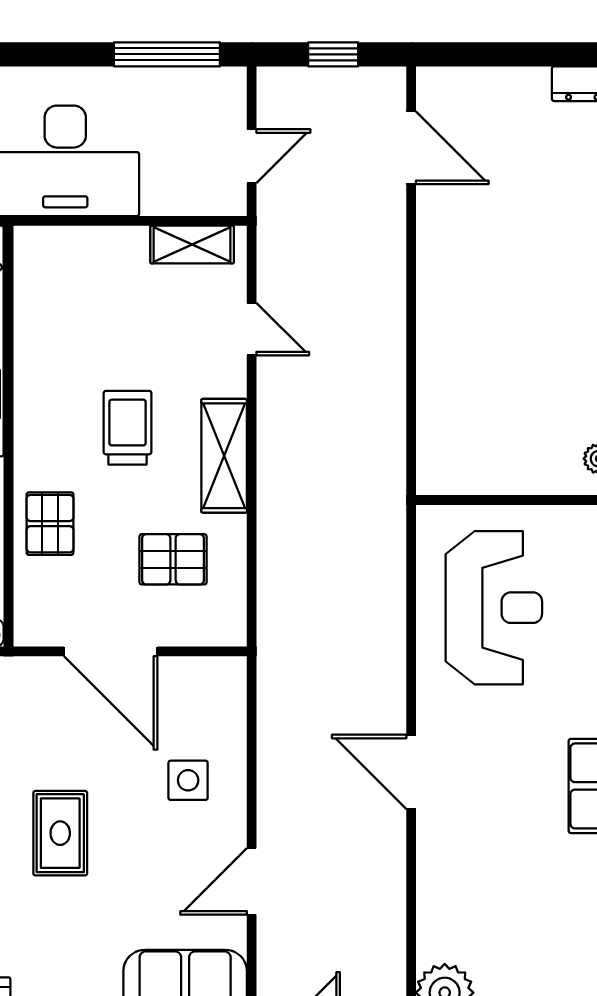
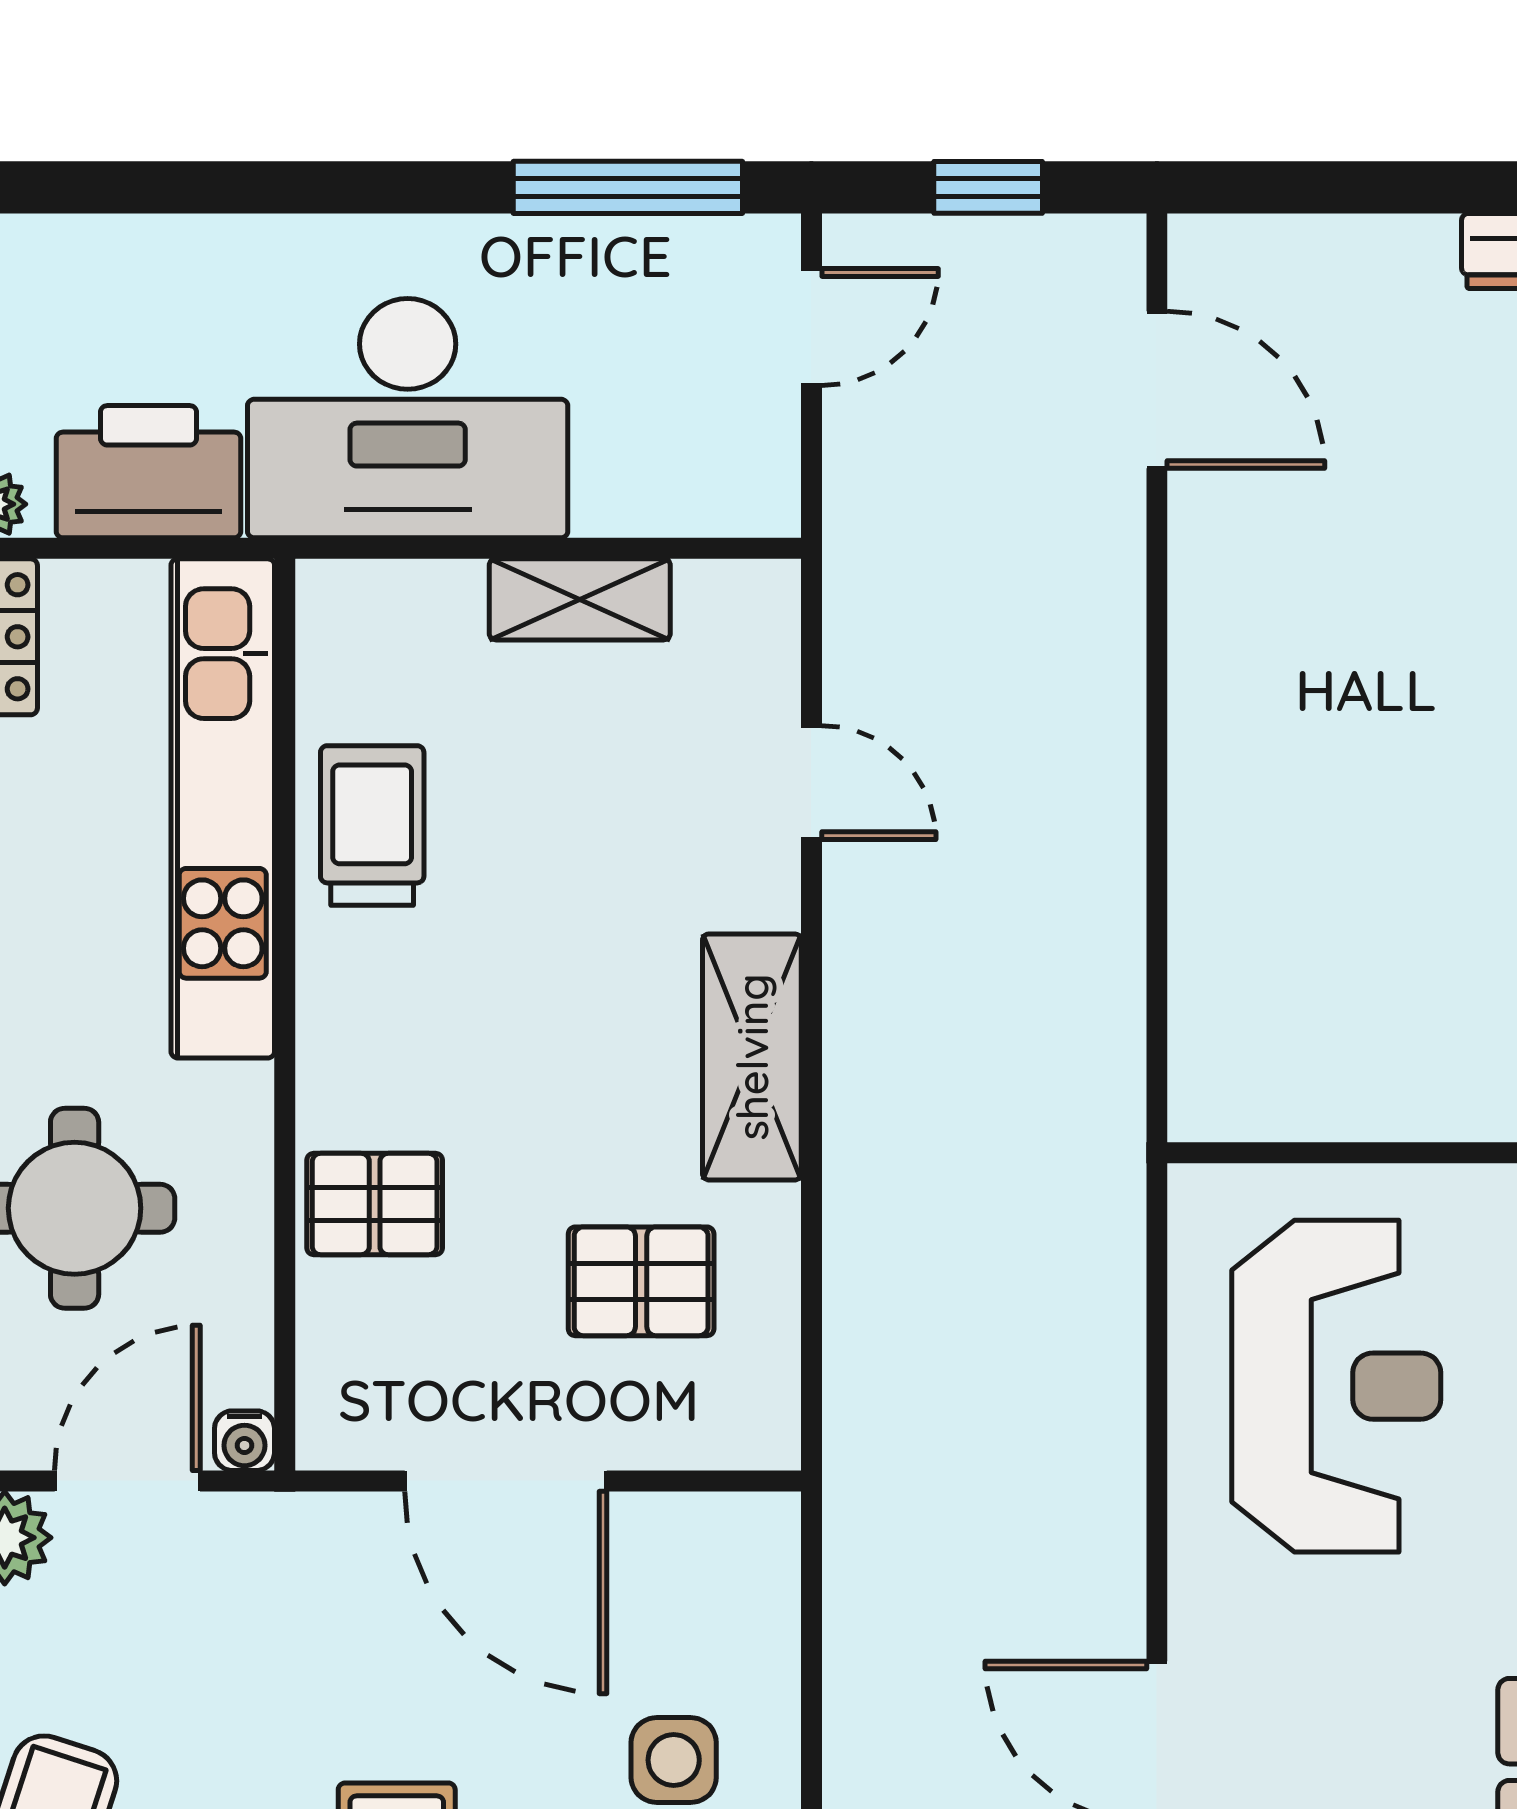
door: (252, 156) -> (811, 327), moved
shelving: (192, 245) -> (580, 599), moved
trolley: (128, 428) -> (372, 826), moved
pallet: (50, 524) -> (375, 1204), turned 90

